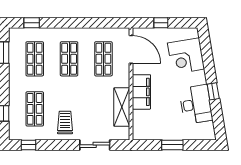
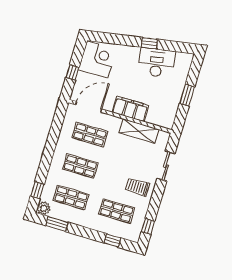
plant: (15, 35) -> (44, 208), added
corner desk: (186, 56) -> (97, 59), moved, turned -80

